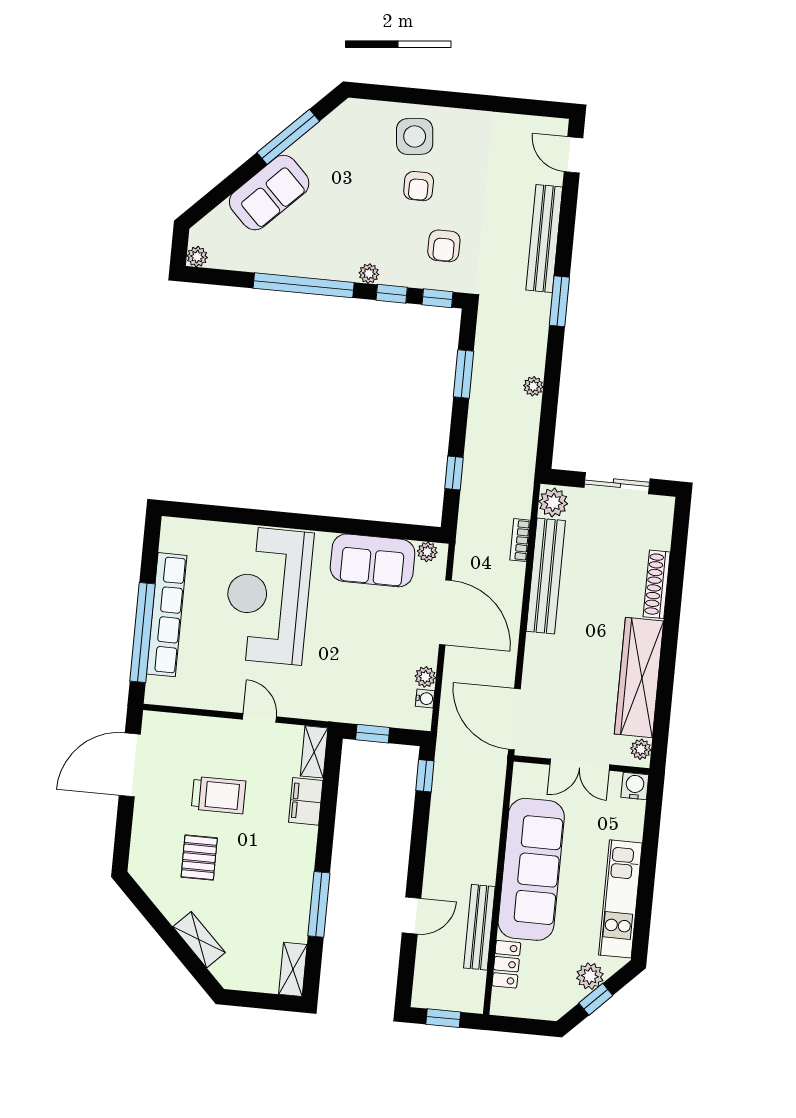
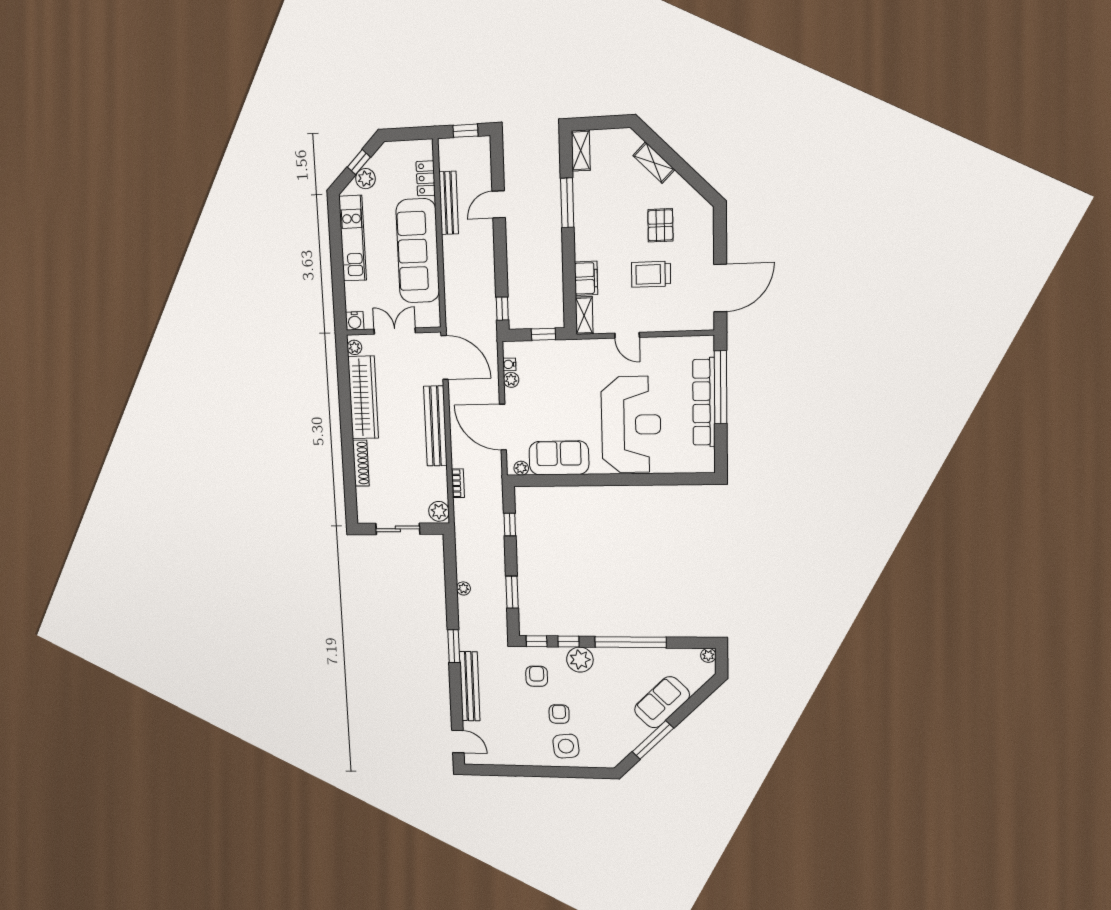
plant: (369, 274) -> (580, 660), width x1.88, depth x1.88
bench: (546, 576) -> (435, 426), moved

